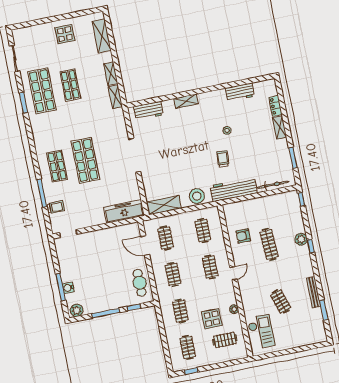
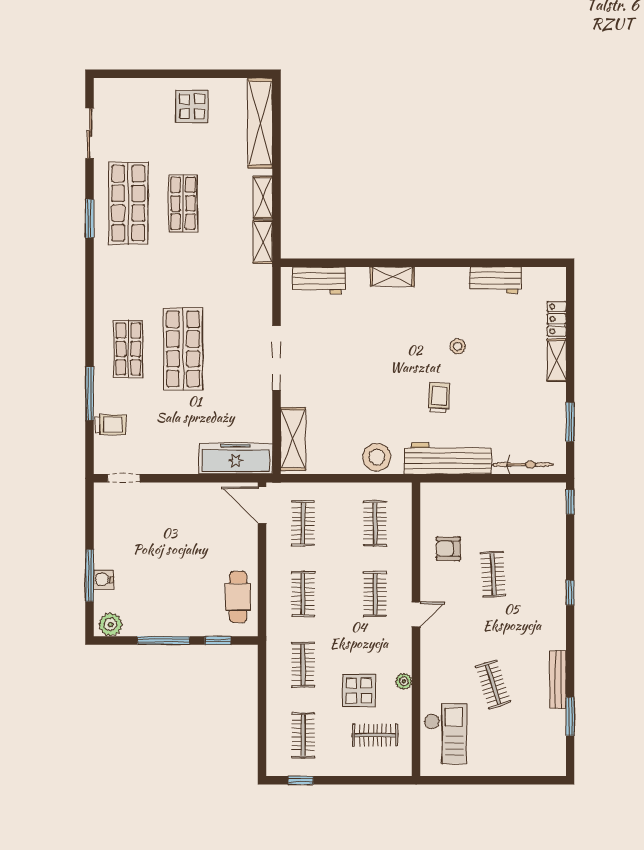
shelving: (102, 36) -> (260, 123), width x1.47
shelving: (164, 205) -> (293, 439), moved, turned 90
plant: (301, 239) -> (555, 576), removed
clothes rail: (269, 244) -> (493, 574), width x0.73
door: (145, 246) -> (262, 505), moved

